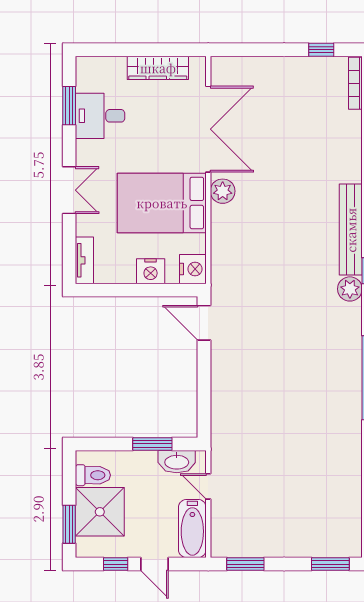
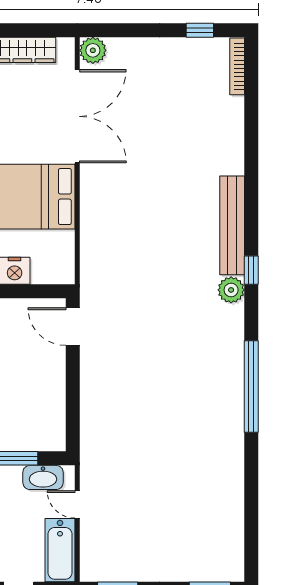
plant: (223, 191) -> (93, 50), moved
nightstand: (193, 269) -> (61, 268), removed

